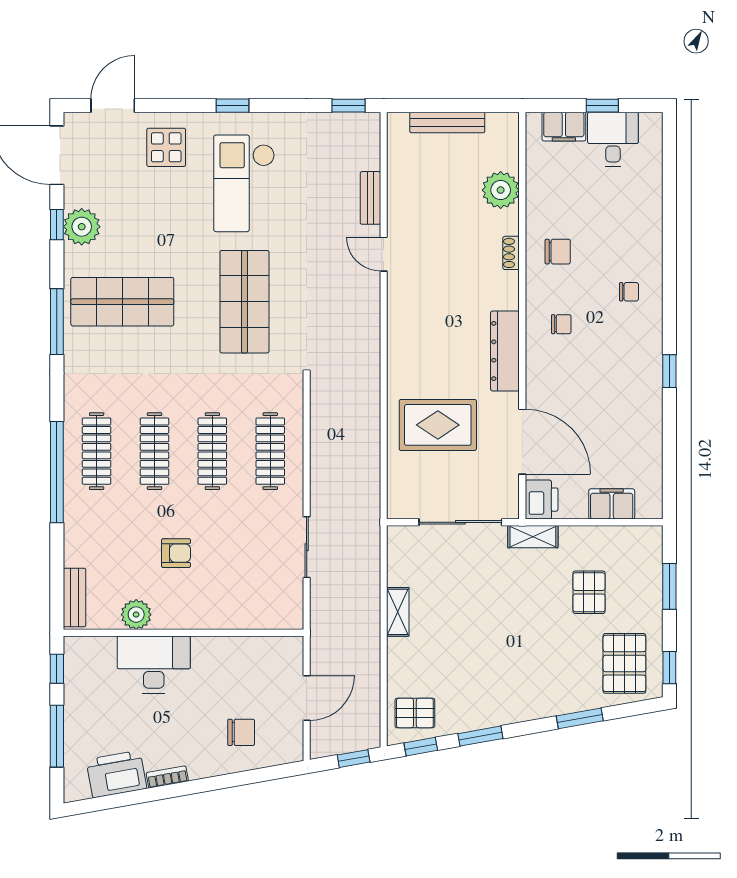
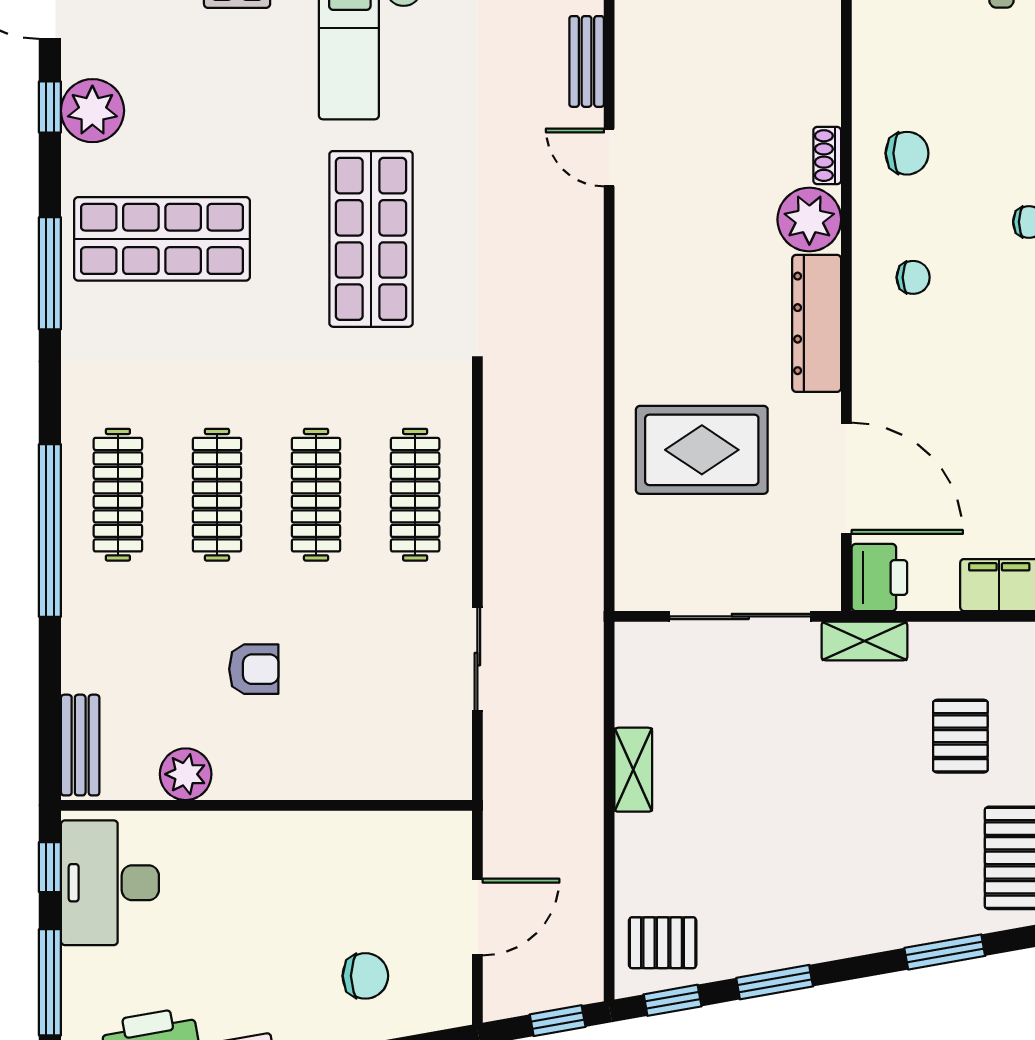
plant: (501, 190) -> (809, 220), moved
desk: (154, 664) -> (110, 883), moved, turned -90

